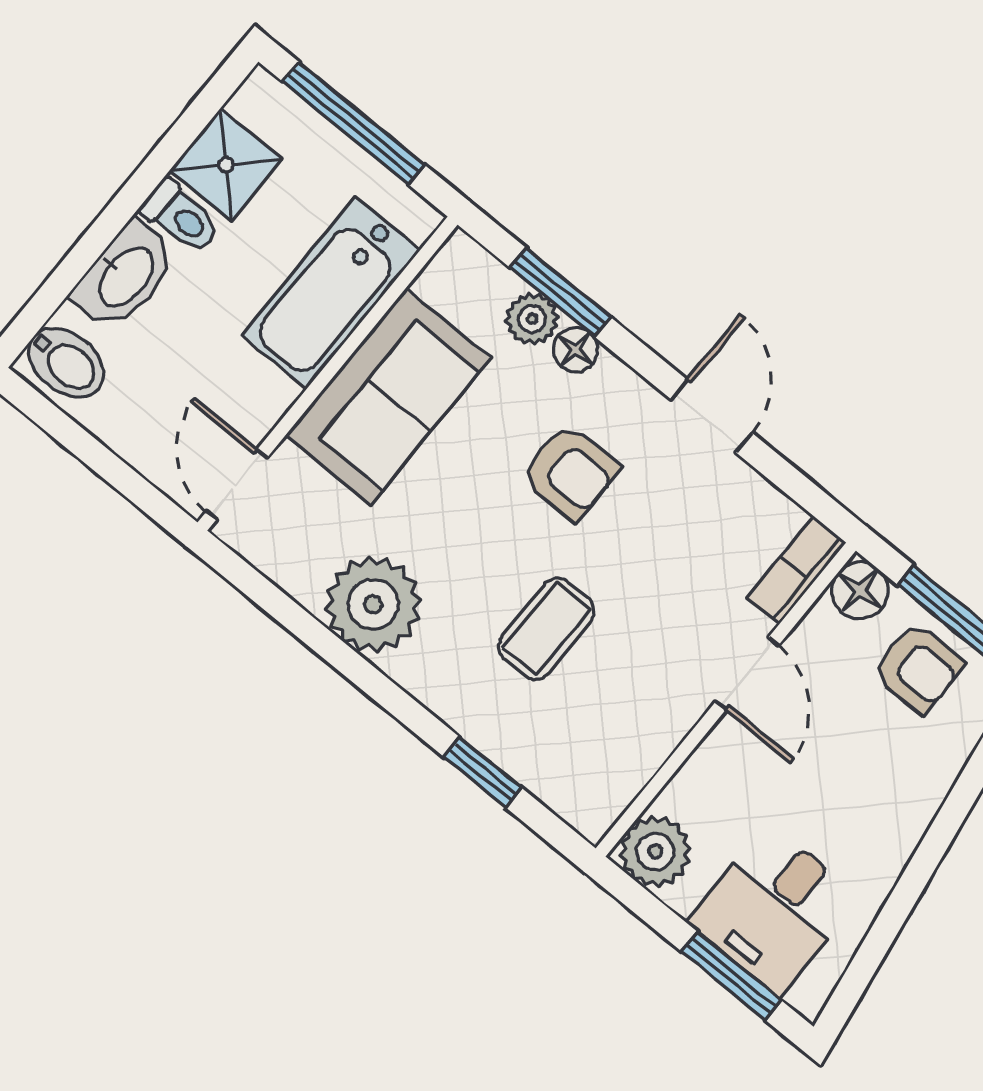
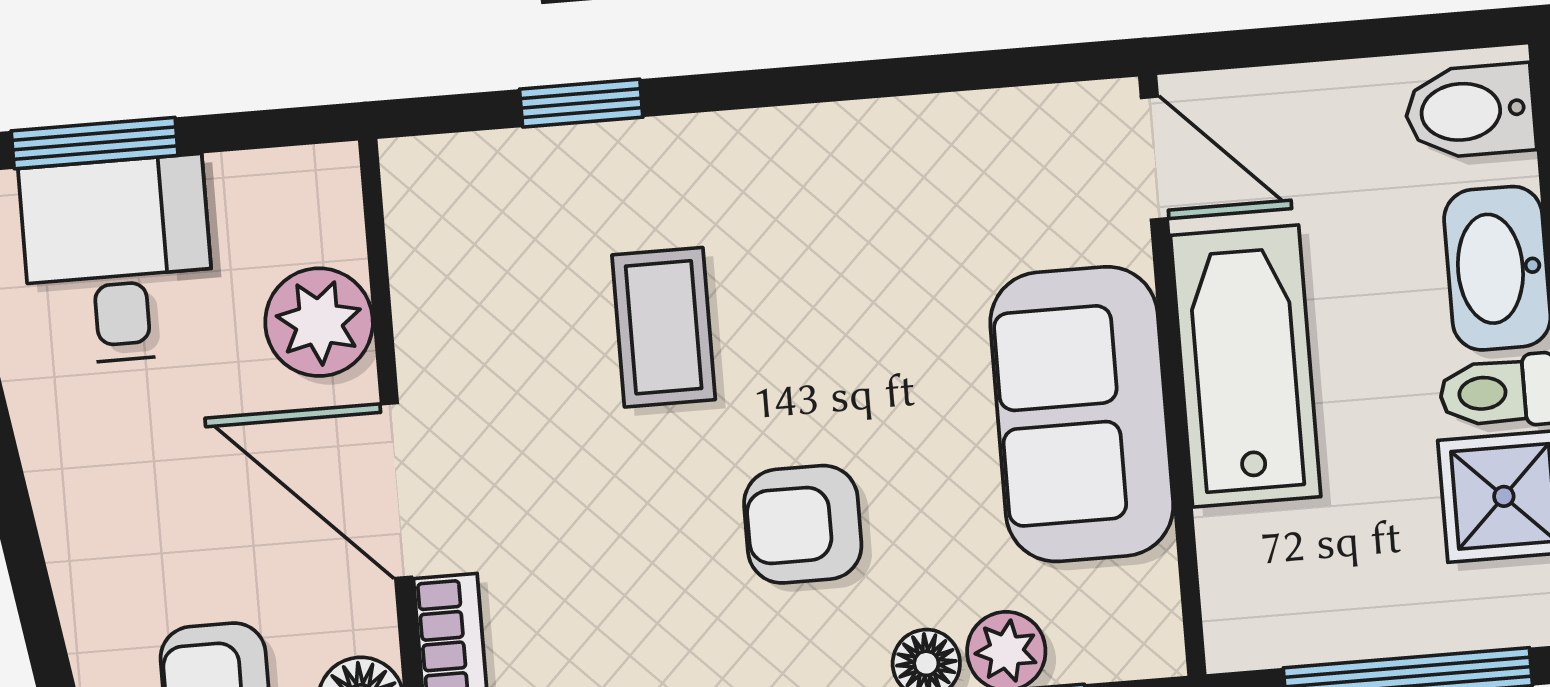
bathtub: (331, 293) -> (1246, 366), moved
plant: (373, 604) -> (879, 171), removed
door: (747, 673) -> (397, 490), width x1.38
plant: (655, 852) -> (319, 322), moved

